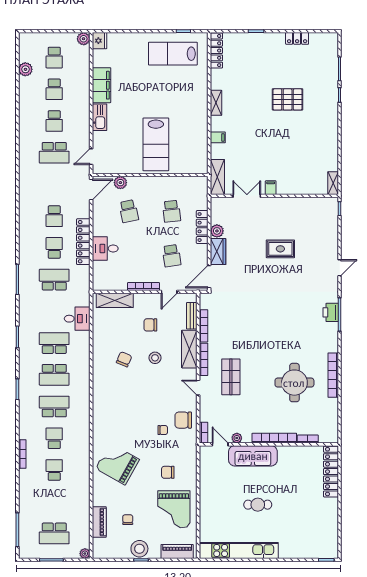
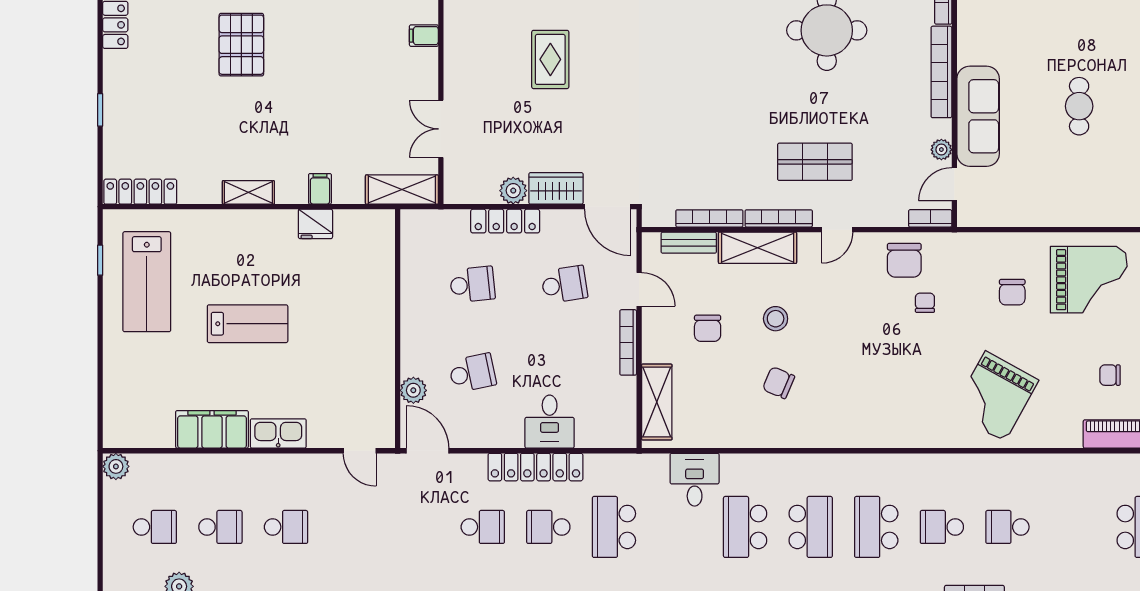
fridge: (99, 41) -> (315, 224), moved, turned 180
lab bench: (156, 144) -> (248, 324), moved, width x0.73, depth x0.72
school desk: (54, 153) -> (352, 527), removed
filing cabinet: (271, 188) -> (424, 36), moved

